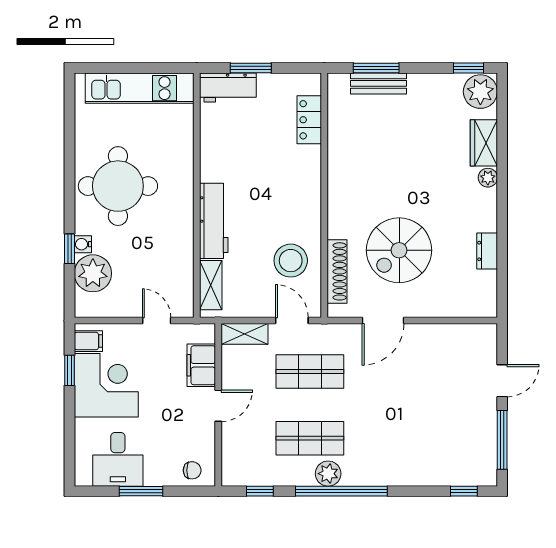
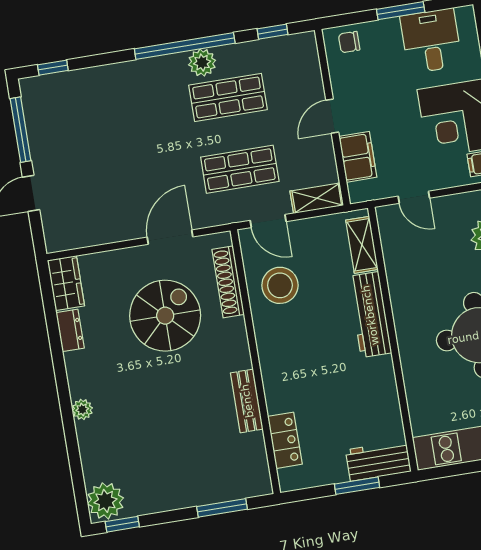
bench: (378, 83) -> (247, 401), moved, turned 90
wardrobe: (484, 143) -> (66, 283), moved

